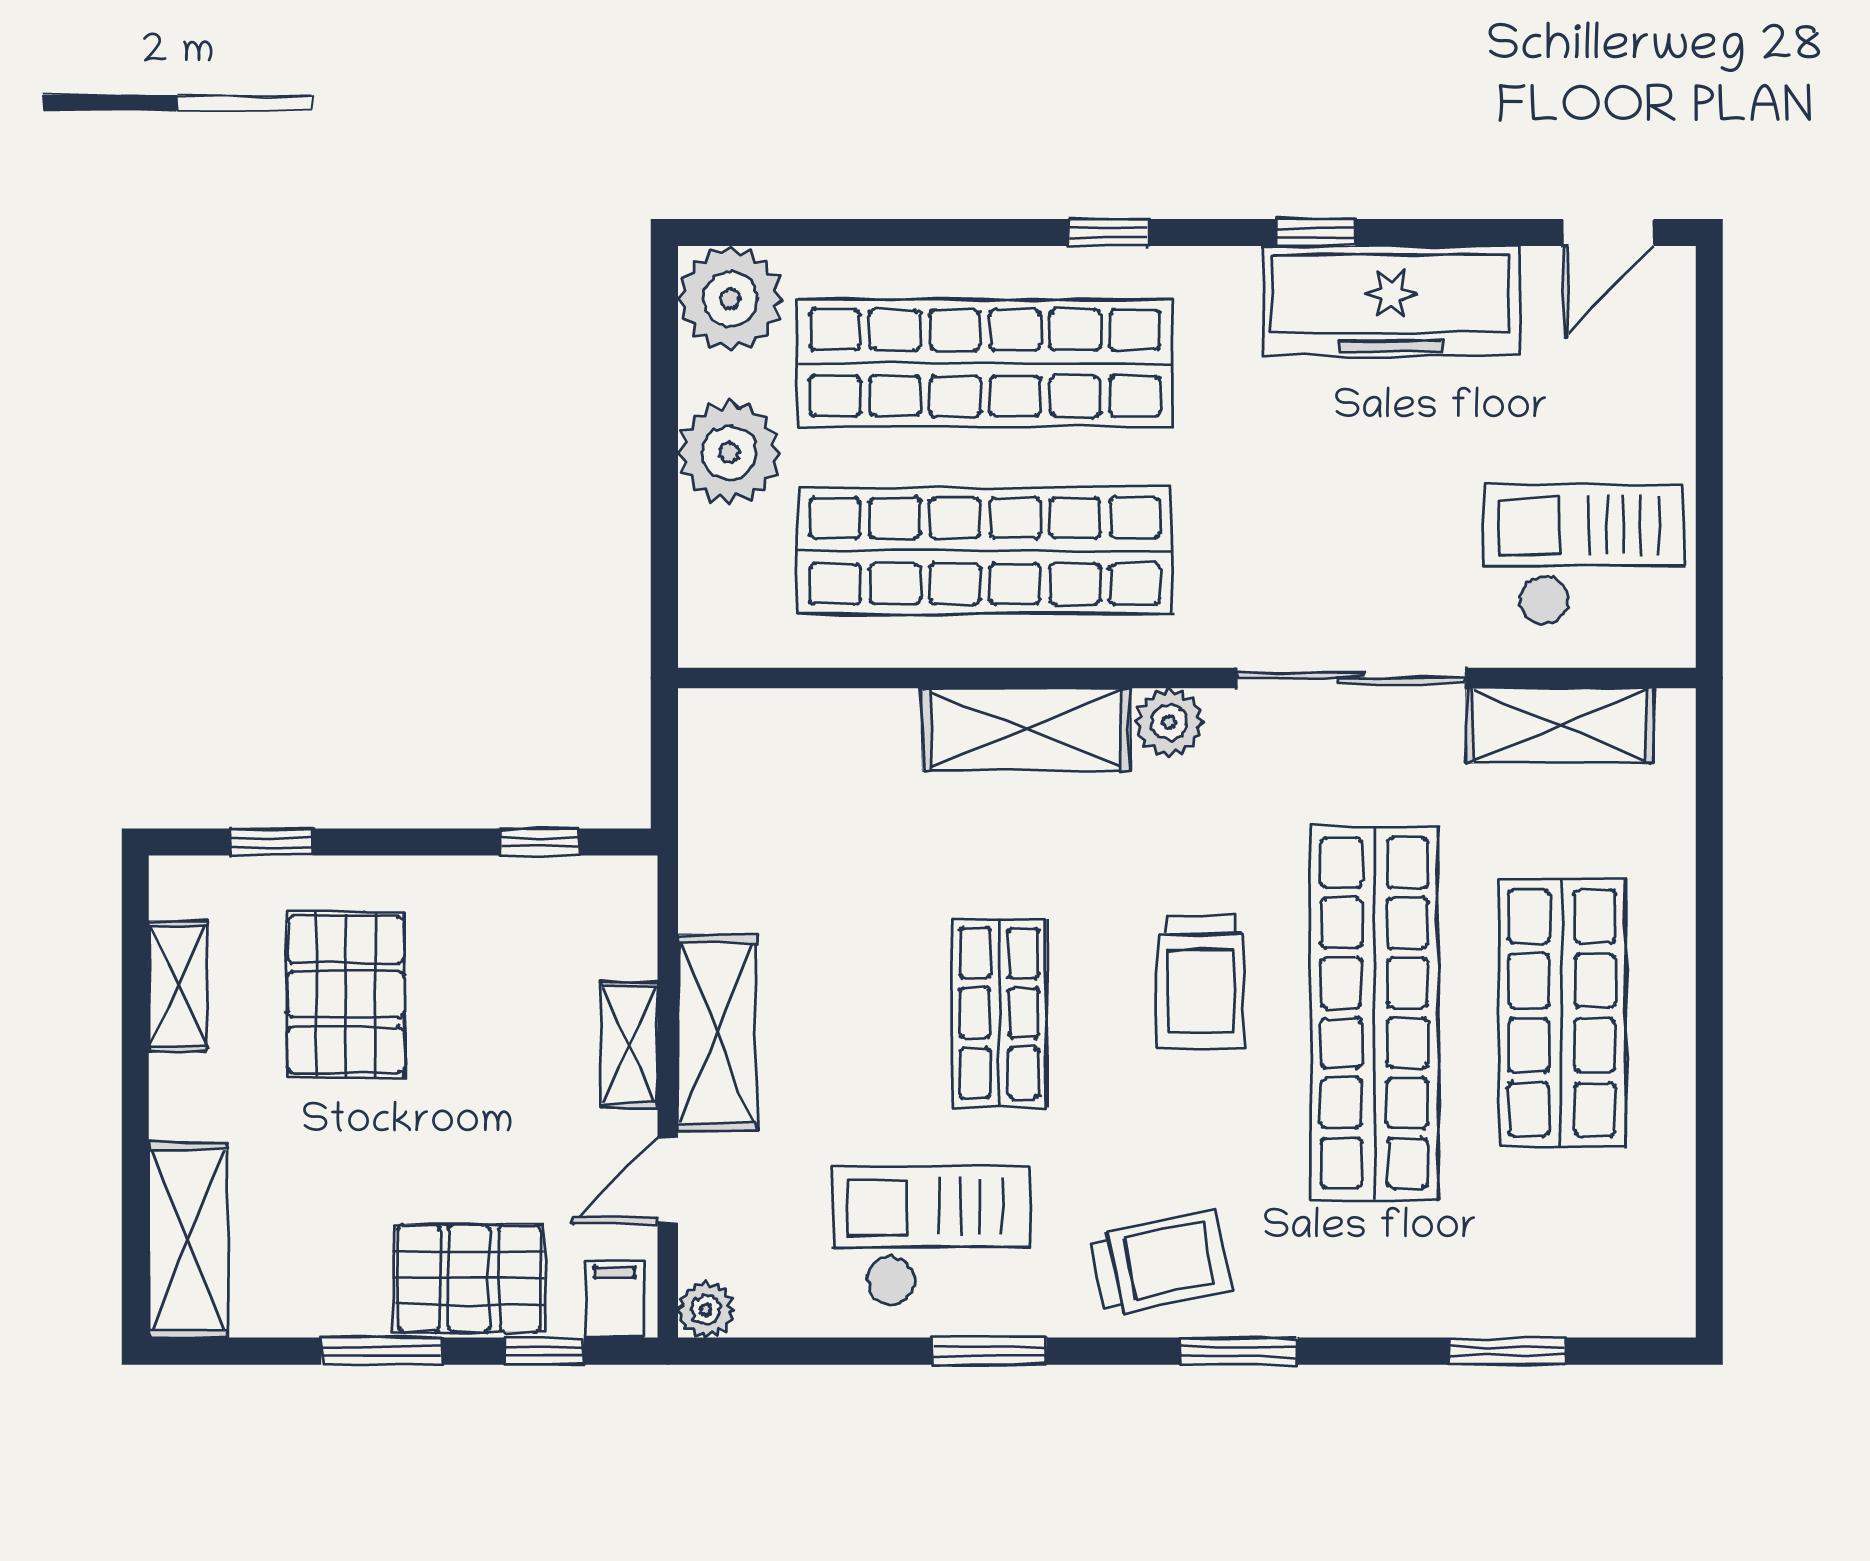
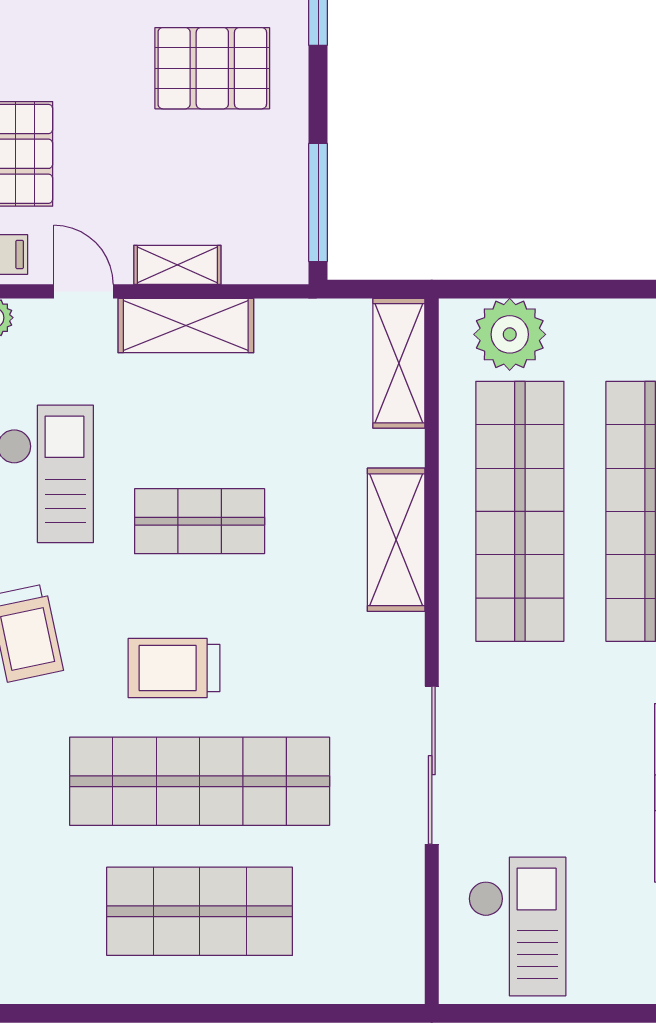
plant: (730, 453) -> (510, 334), moved
plant: (1169, 722) -> (401, 639), removed
shelving: (1560, 725) -> (399, 363), moved
window: (540, 842) -> (318, 203), width x2.17
trolley: (1201, 981) -> (174, 668), moved

